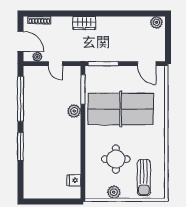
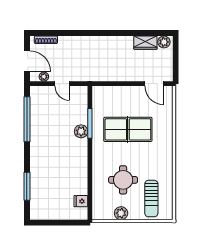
wardrobe: (84, 23) -> (145, 43), moved
window: (103, 64) -> (110, 84), removed
window: (83, 89) -> (90, 123), moved
table tennis table: (121, 109) -> (128, 129), width x0.73, depth x0.76
window: (20, 147) -> (27, 186), moved

